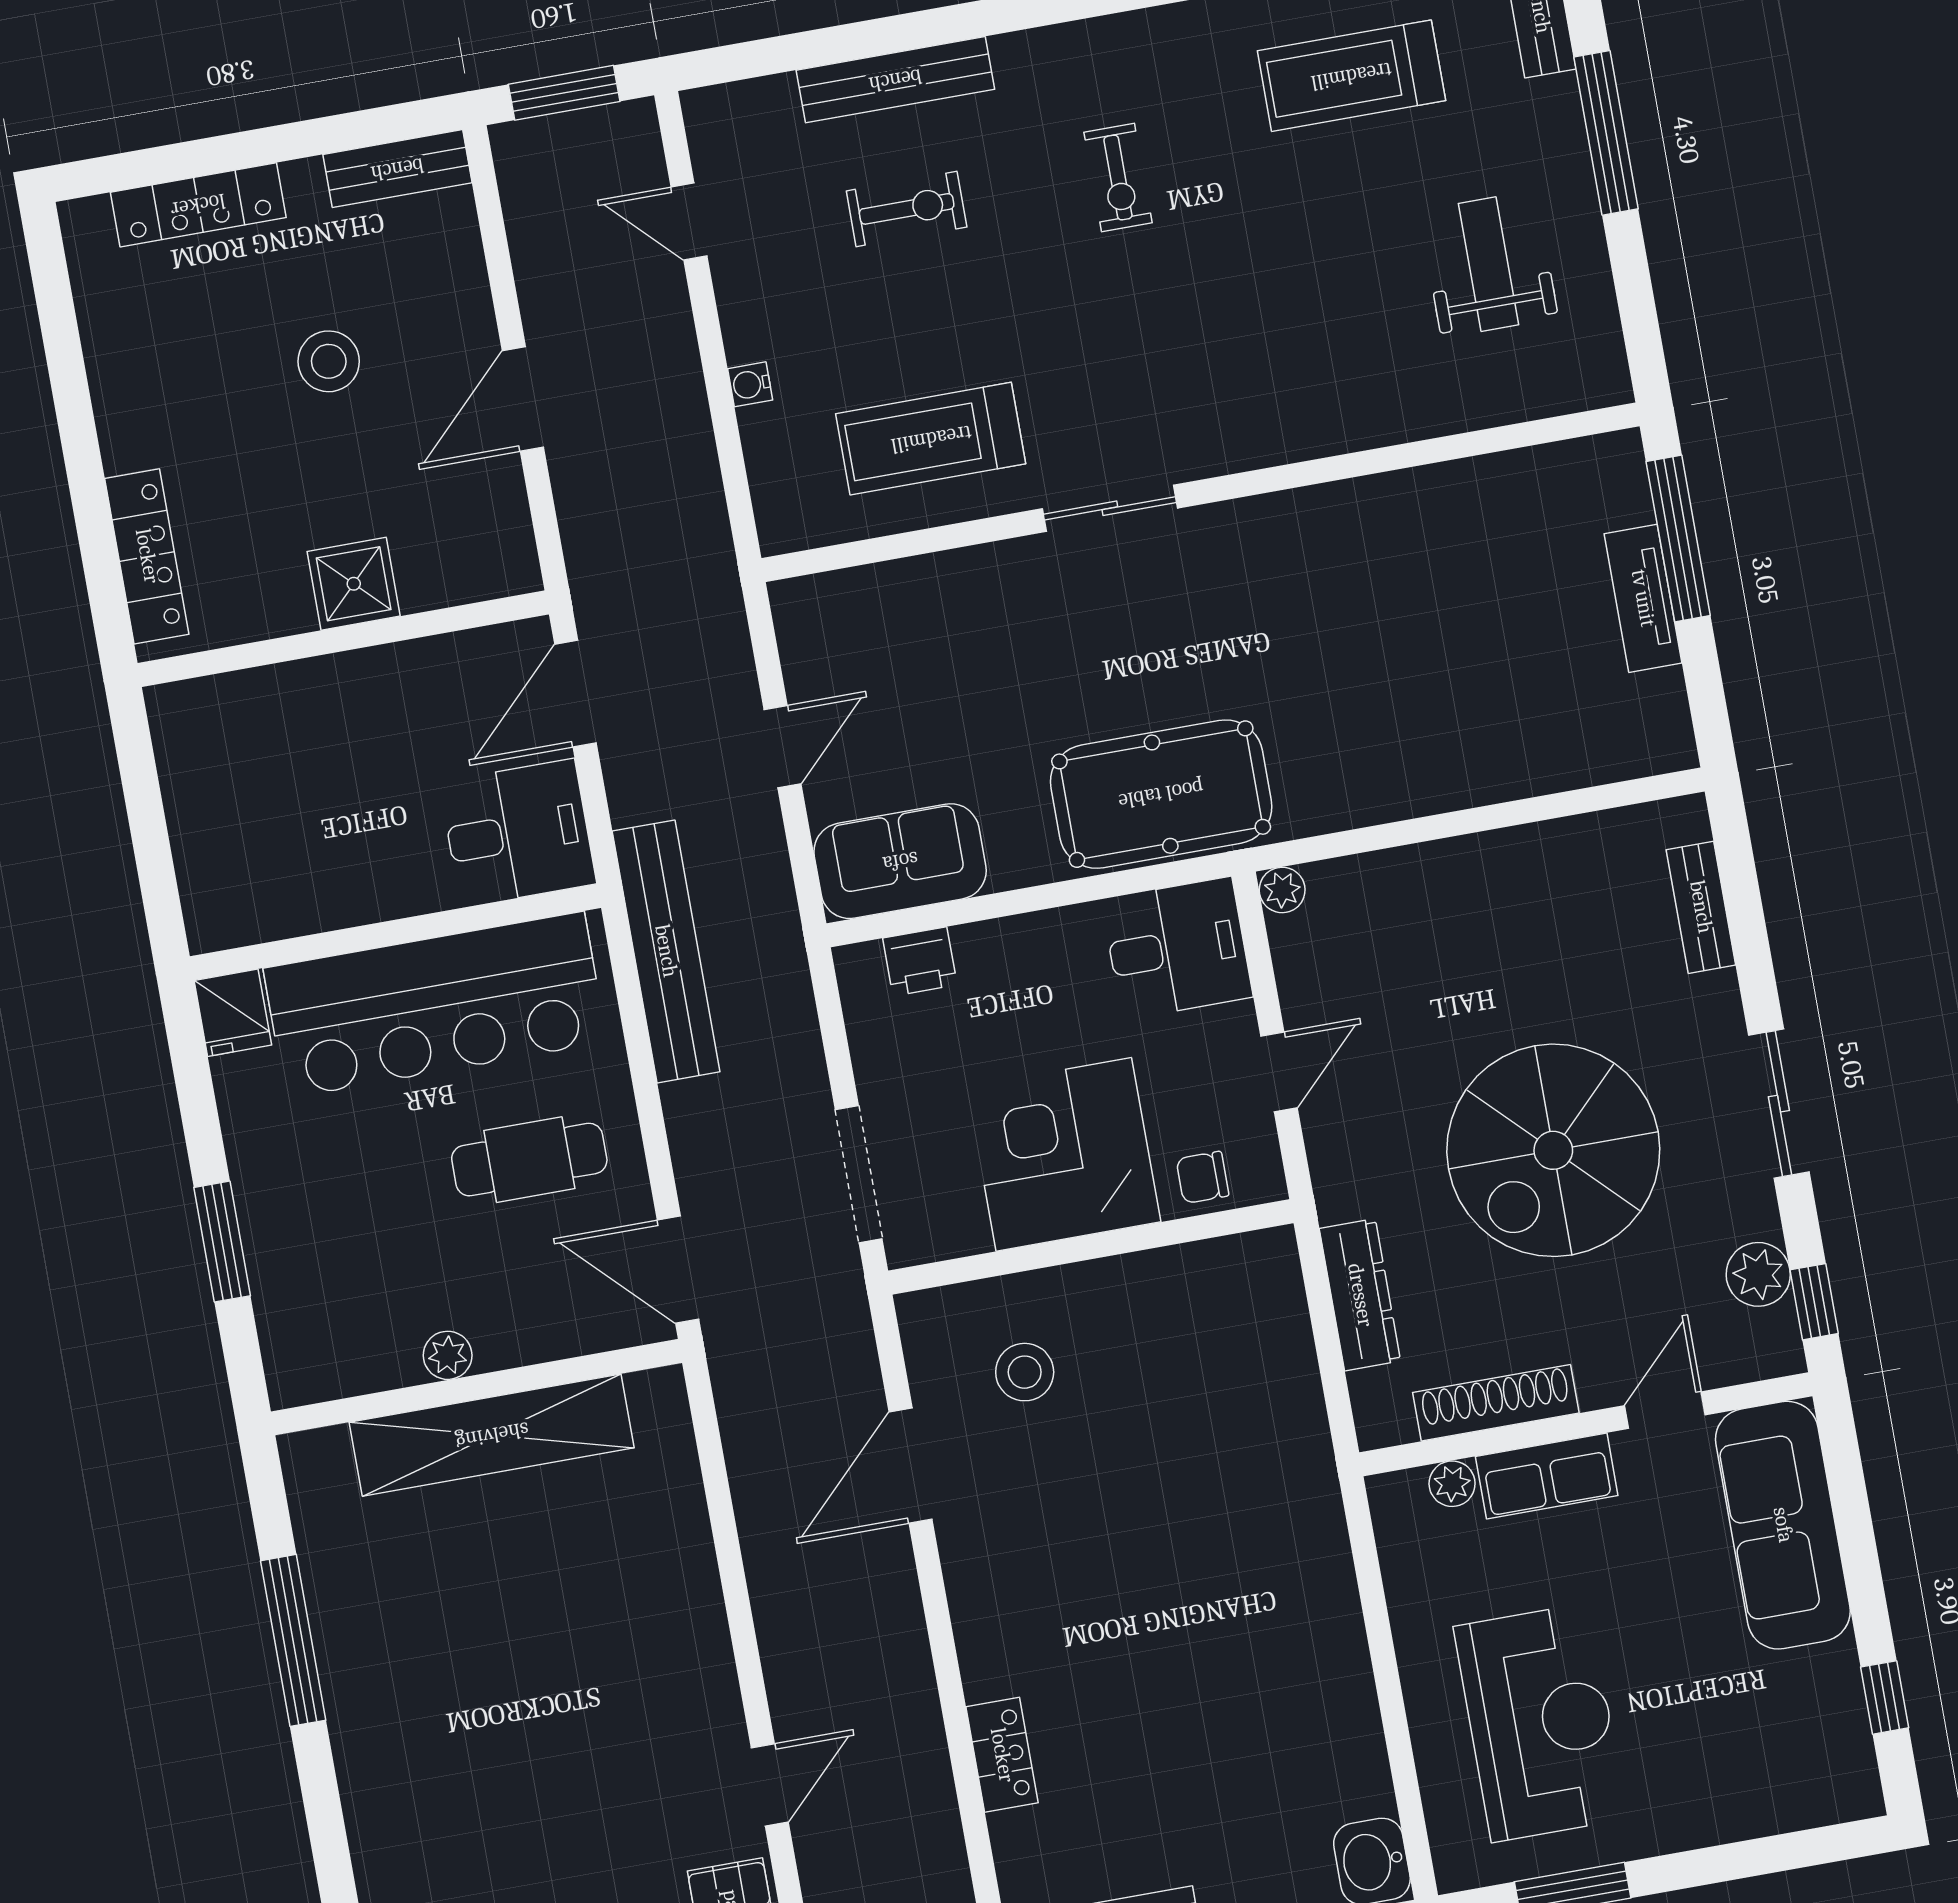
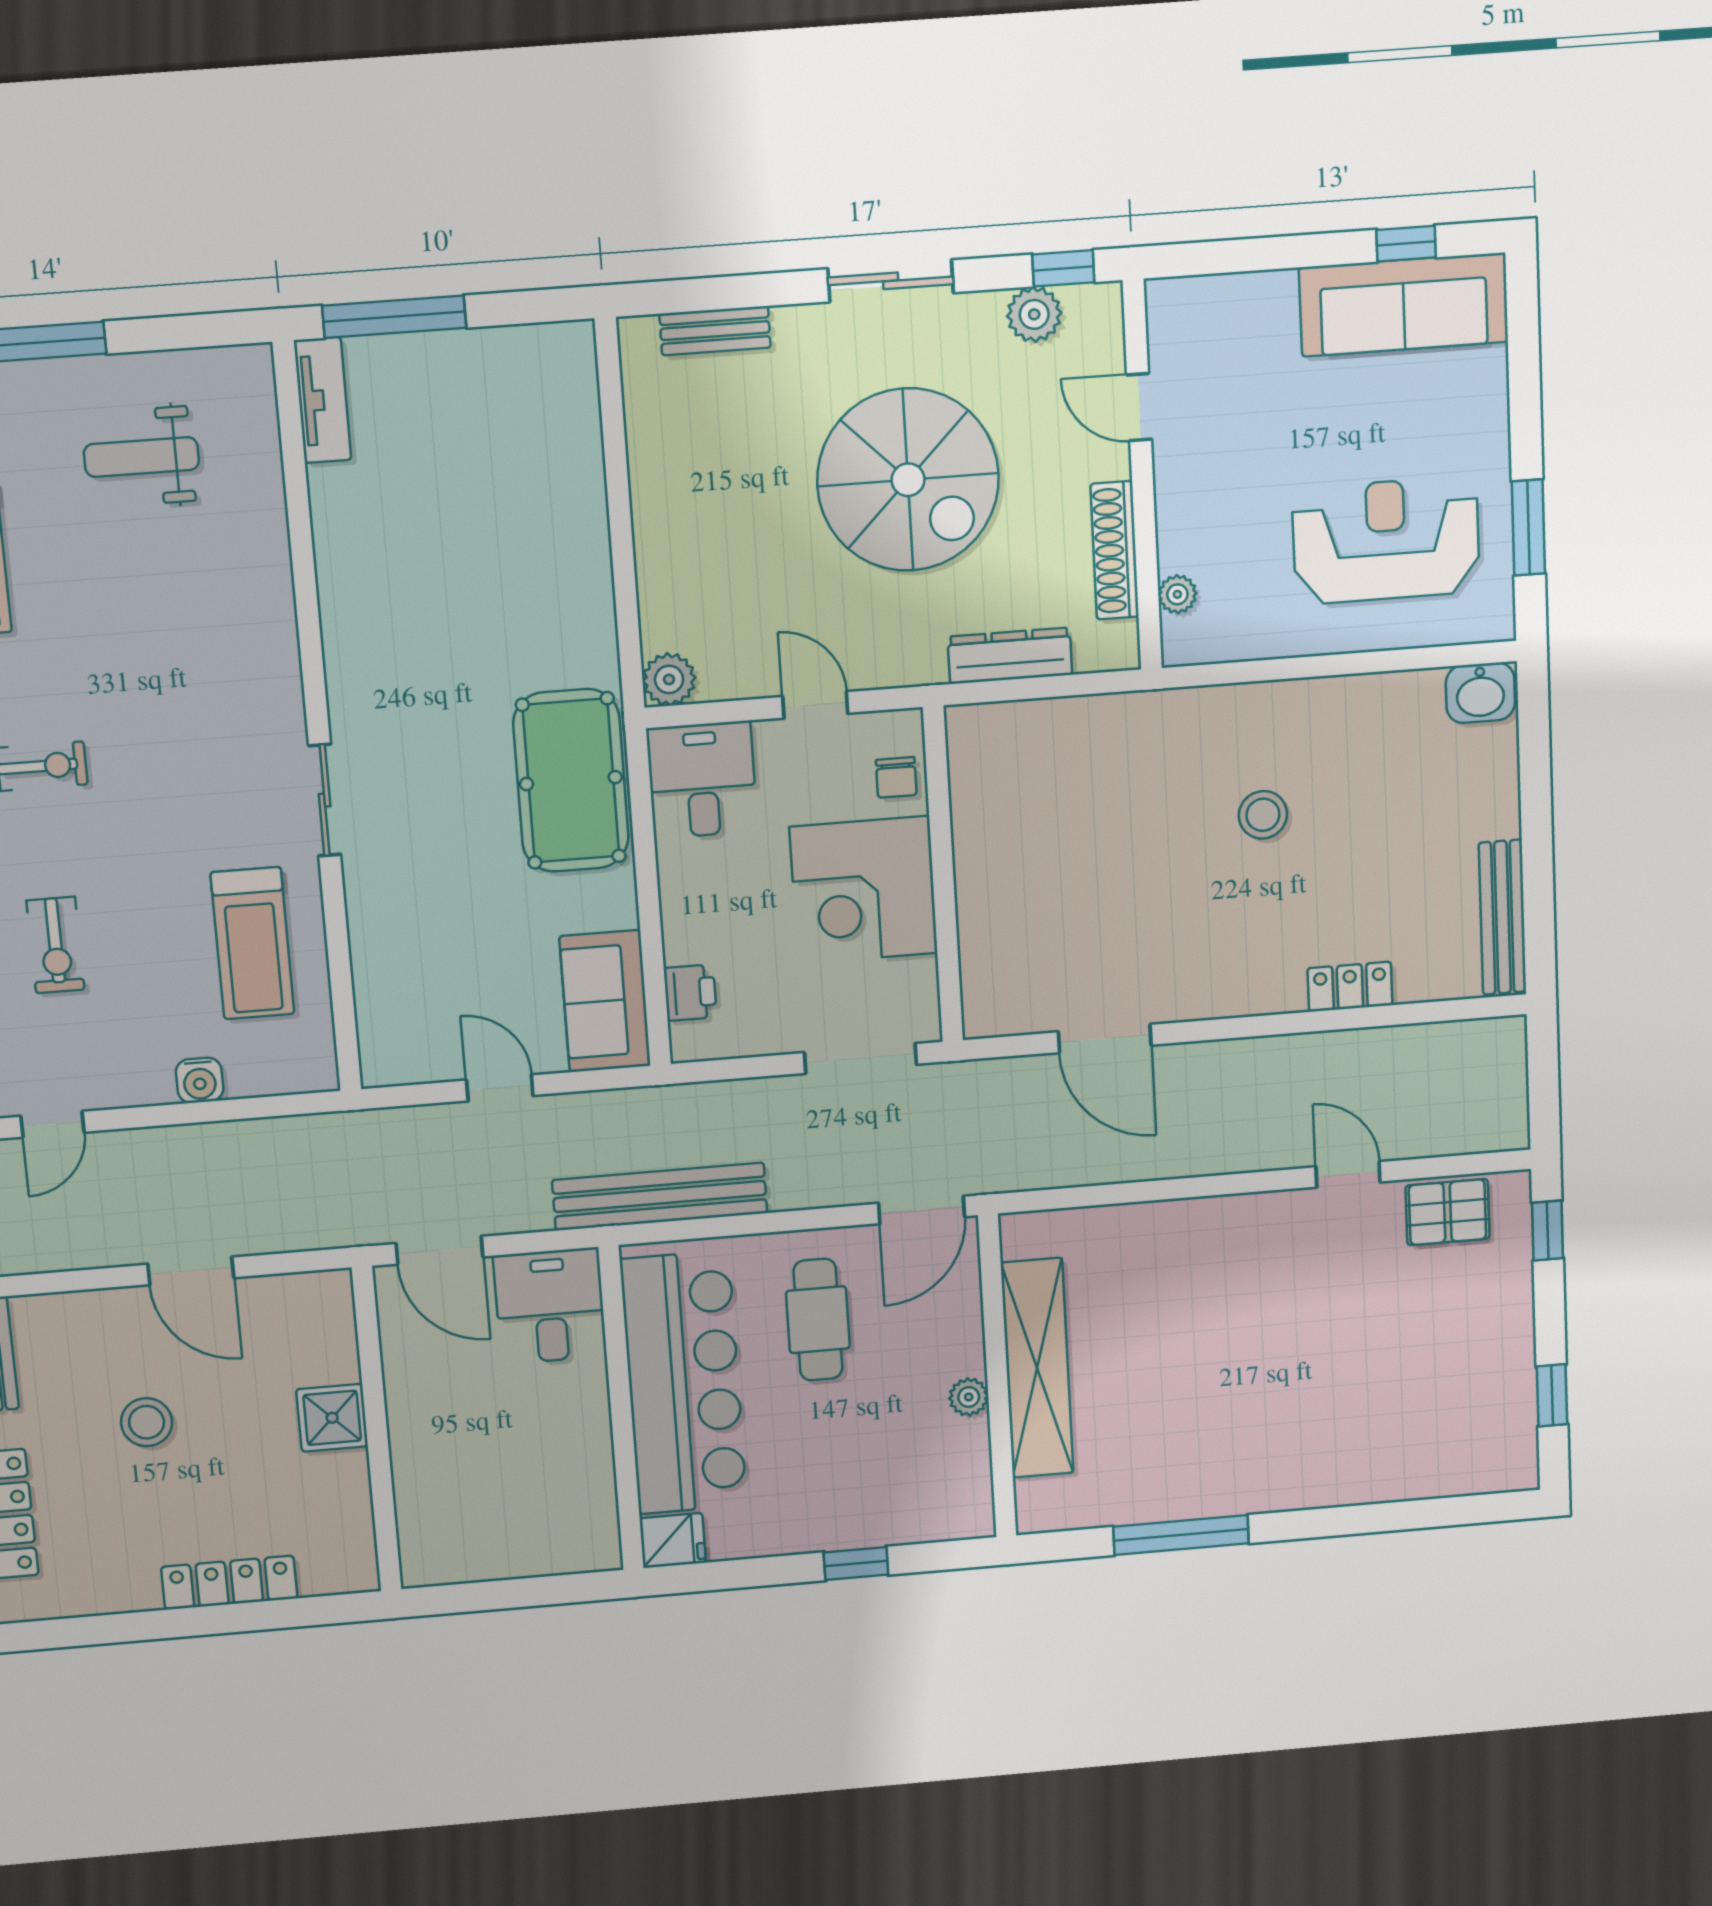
exercise bike: (907, 209) -> (55, 945), turned 180
water cooler: (750, 384) -> (200, 1080), width x1.38, depth x1.38
locker: (147, 556) -> (229, 1583), moved
tv unit: (1643, 598) -> (323, 400), moved, turned -90
plant: (1282, 890) -> (669, 679), width x1.38, depth x1.38
window: (222, 1242) -> (856, 1564), width x0.67
stool: (1025, 1372) -> (1263, 815), moved
row of seats: (1547, 1476) -> (1181, 514), removed
sofa: (1783, 1525) -> (1404, 305), moved

